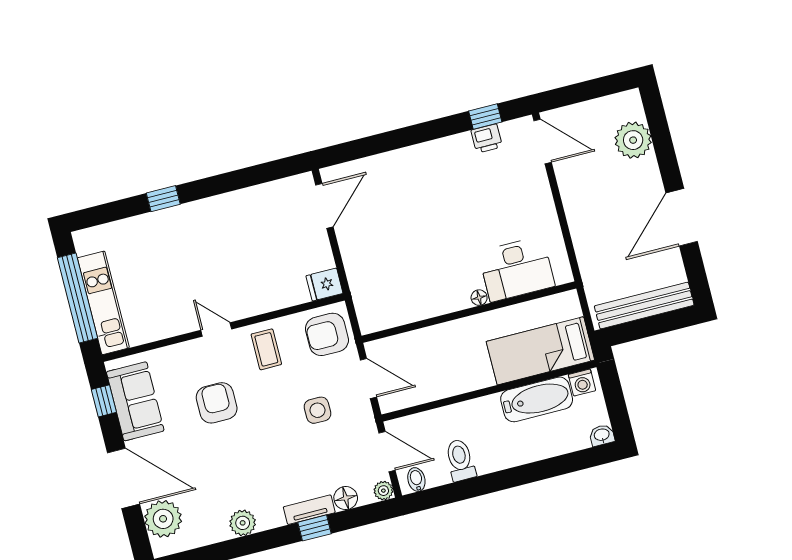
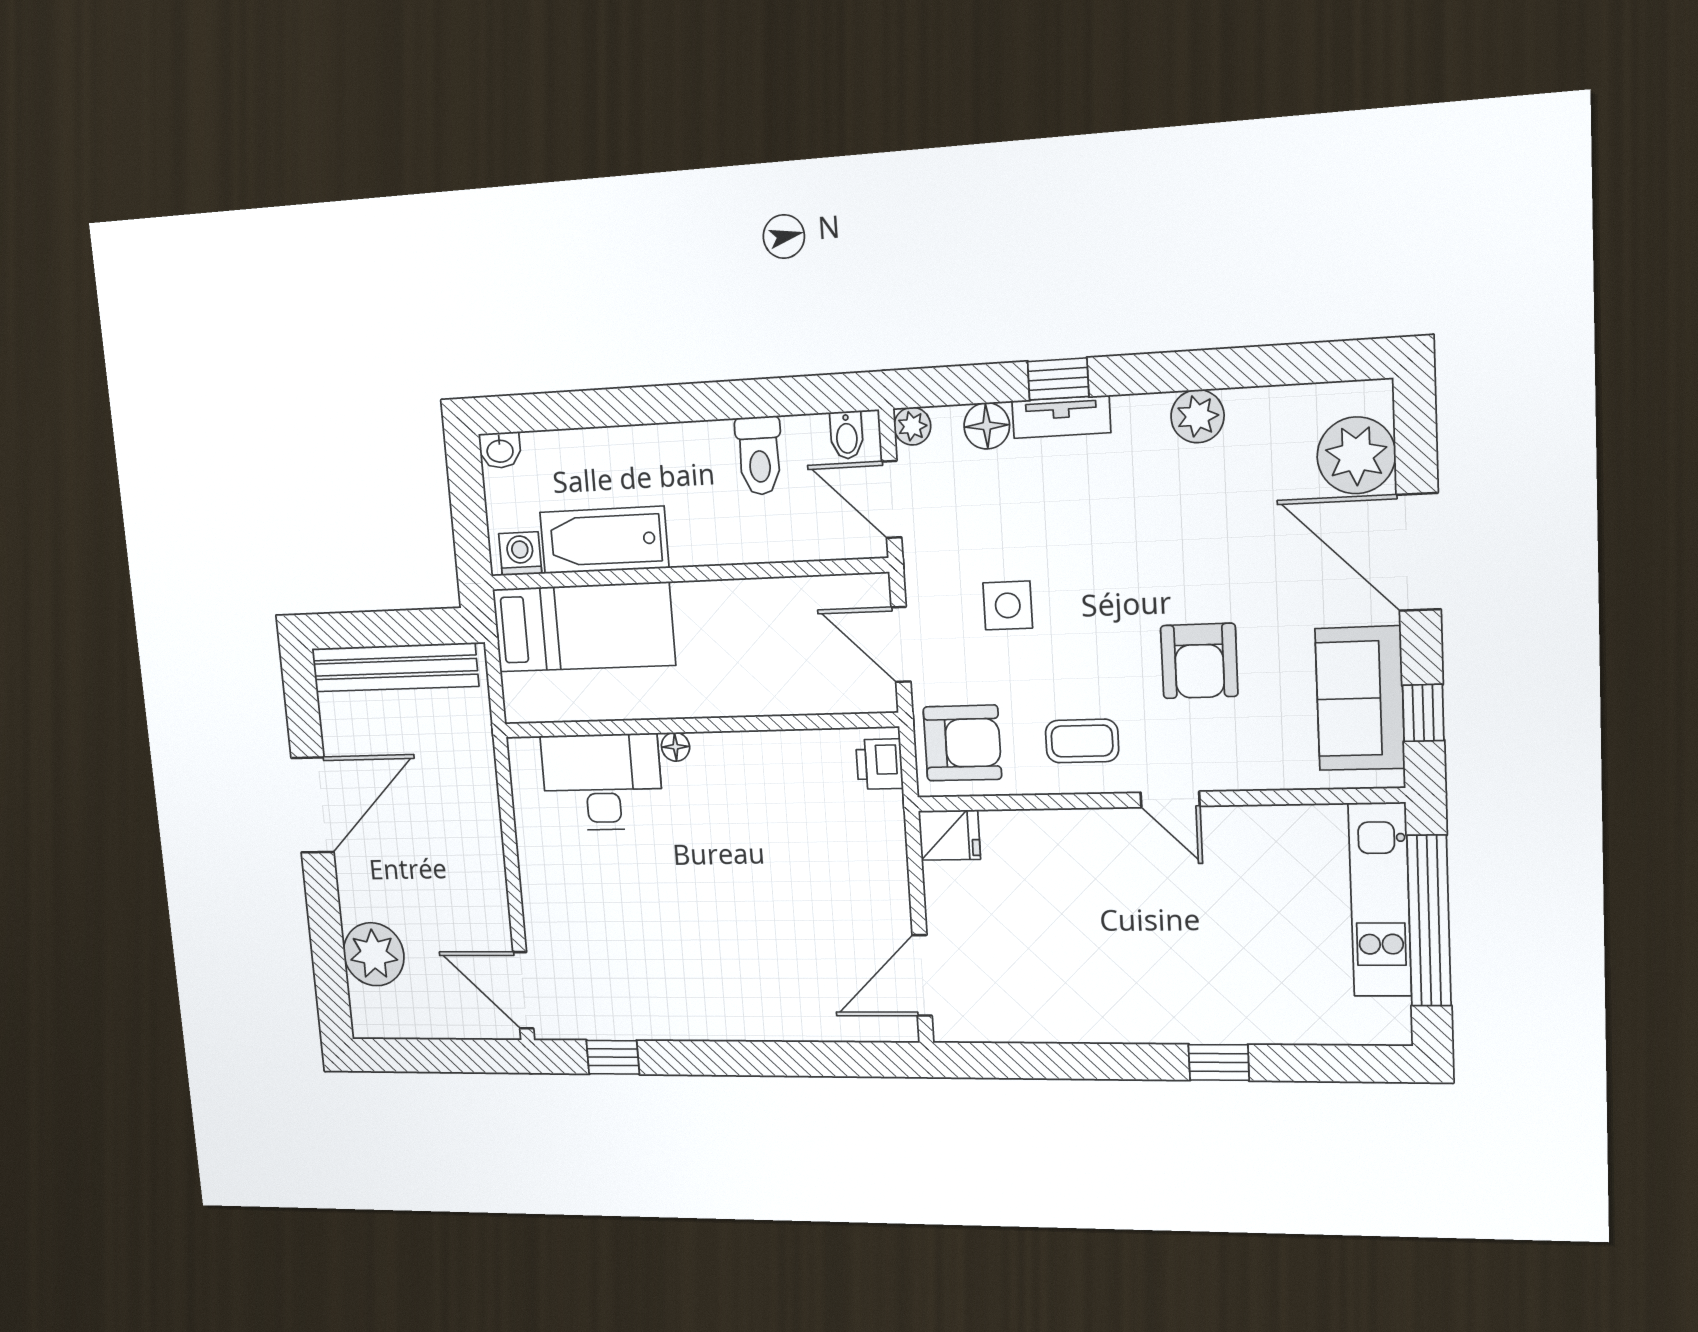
printer: (487, 139) -> (879, 764), moved, turned -90
coffee table: (266, 349) -> (1082, 741), turned 90

